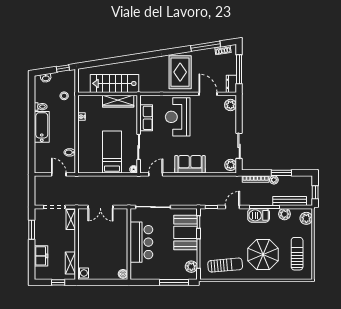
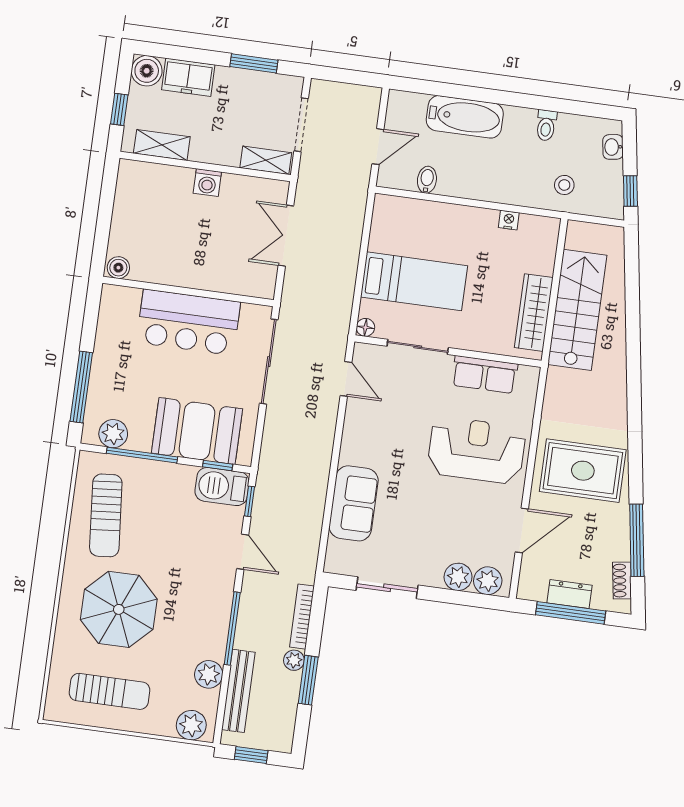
dresser: (231, 84) -> (569, 594), moved
bathtub: (42, 127) -> (465, 117), moved
sofa: (190, 164) -> (354, 503), moved
plant: (231, 165) -> (458, 577), moved
barbecue: (259, 215) -> (222, 487), moved, turned -90
boiler: (41, 273) -> (147, 71), added
washing machine: (83, 273) -> (207, 183), moved

